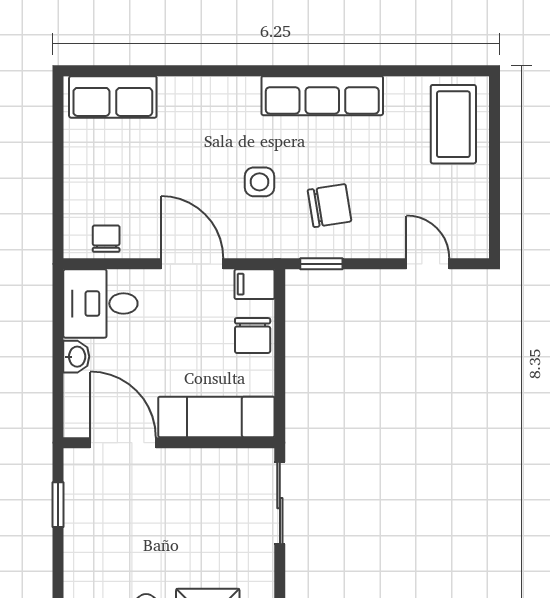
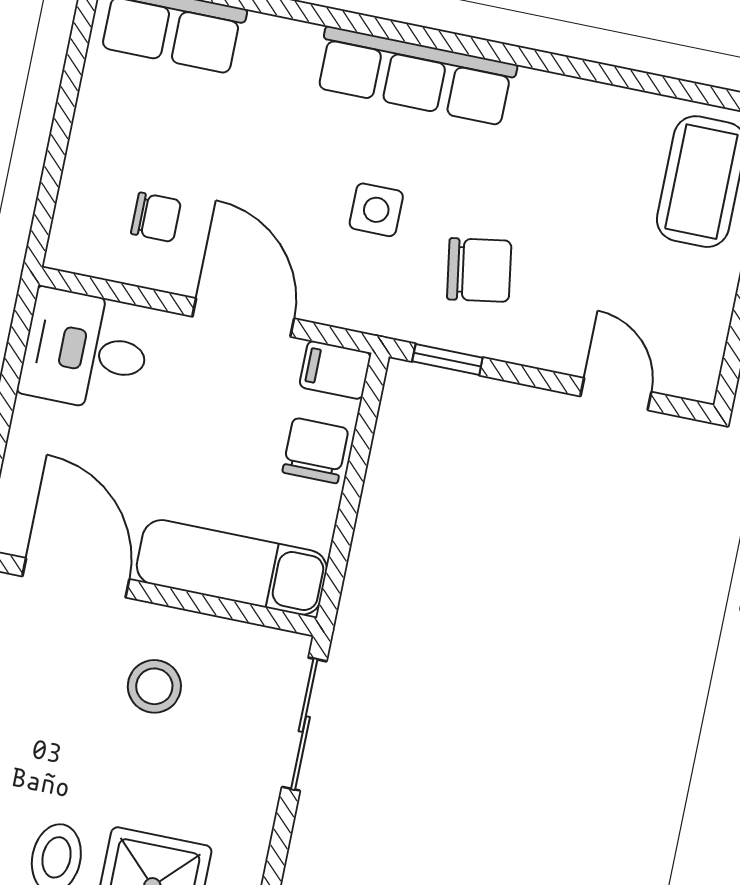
row of seats: (322, 96) -> (416, 76), moved
chair: (106, 239) -> (156, 217), moved, turned 90
chair: (253, 336) -> (315, 450), turned 180
washbasin: (76, 357) -> (30, 427), removed
stool: (184, 499) -> (154, 686), added

